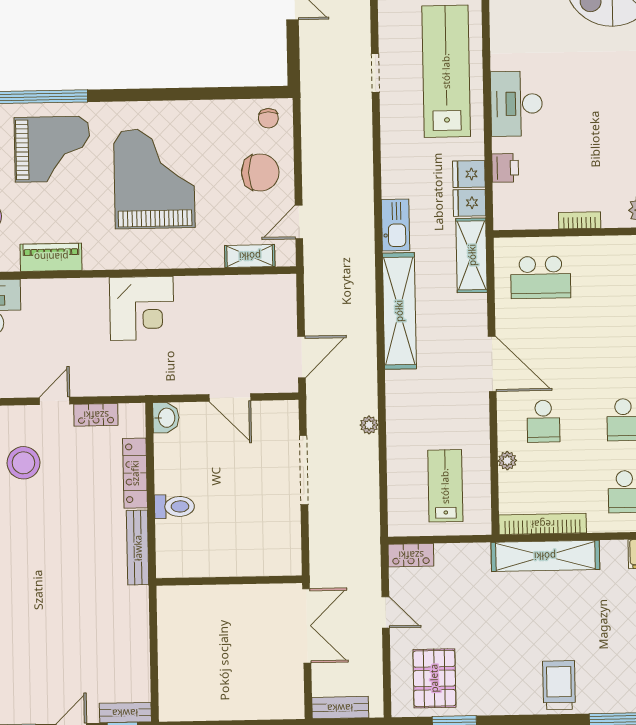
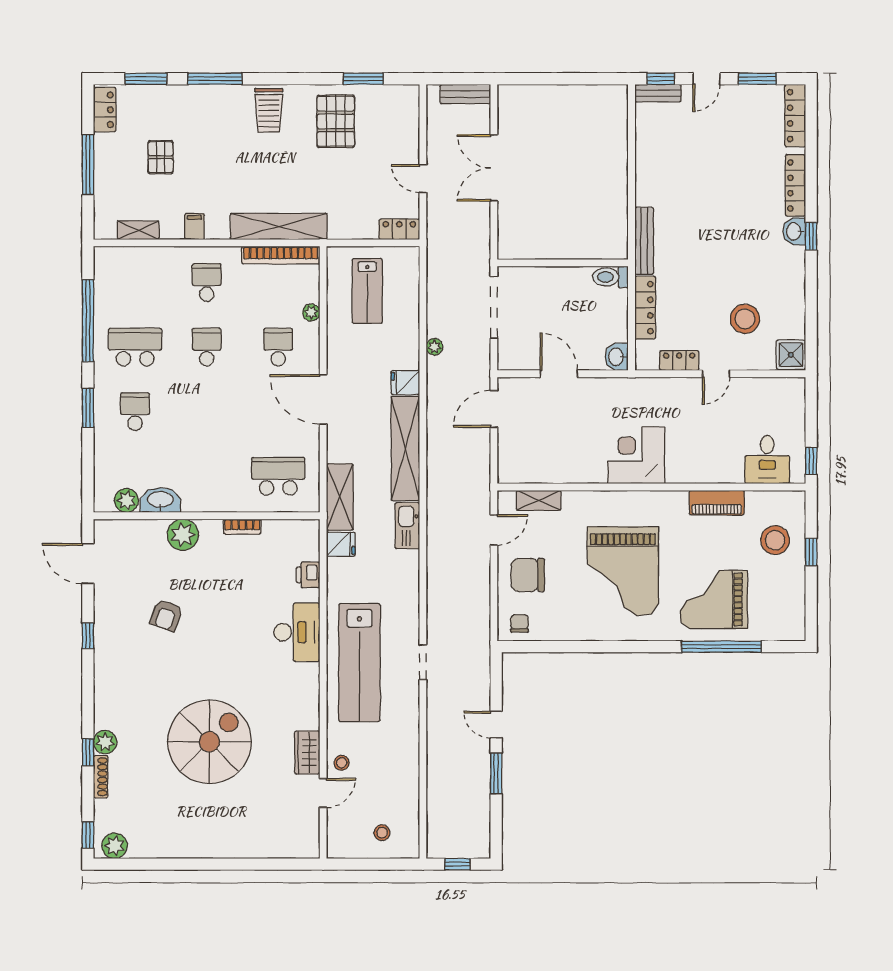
fridge: (469, 174) -> (405, 383), moved, turned 180
wall: (229, 581) -> (563, 263), moved
pallet: (434, 678) -> (336, 121), moved

